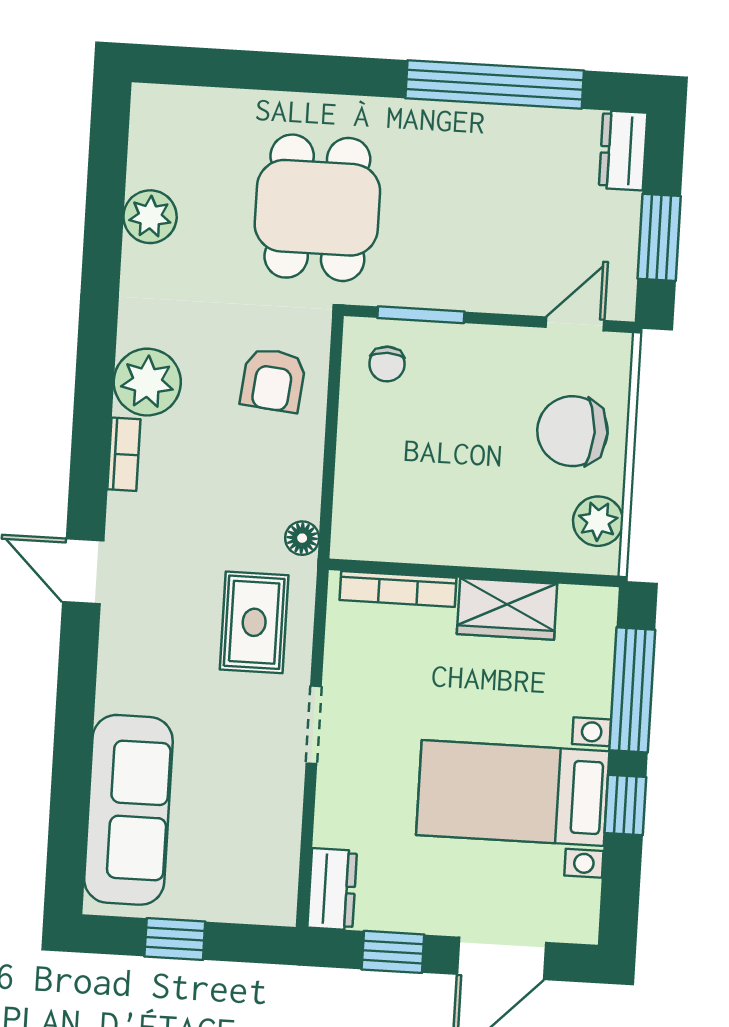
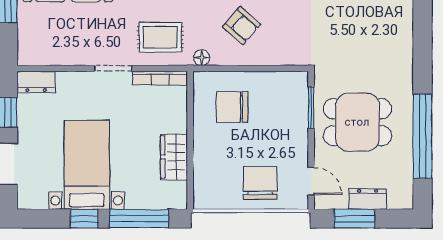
dresser: (623, 150) -> (368, 199), moved
dining table: (317, 208) -> (357, 122), moved
chair: (387, 364) -> (232, 107), moved, width x1.87, depth x1.87
armchair: (273, 380) -> (242, 26), moved, turned -145
plant: (598, 521) -> (218, 198), removed
bookcase: (398, 589) -> (160, 78), moved, turned -90

